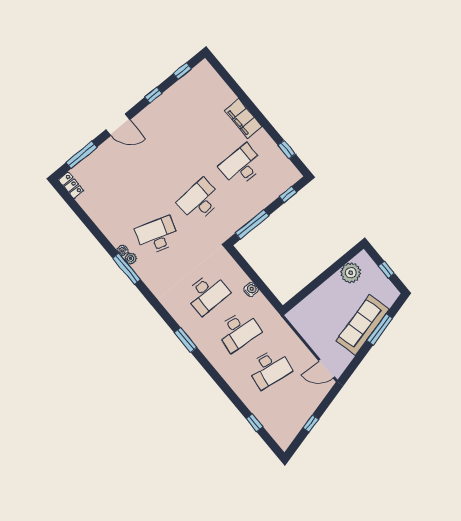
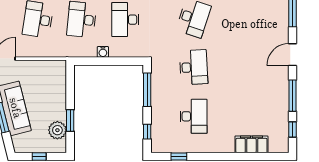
window: (153, 95) -> (293, 96), width x2.17
filing cabinet: (243, 119) -> (251, 144), moved
window: (333, 269) -> (70, 121), added

